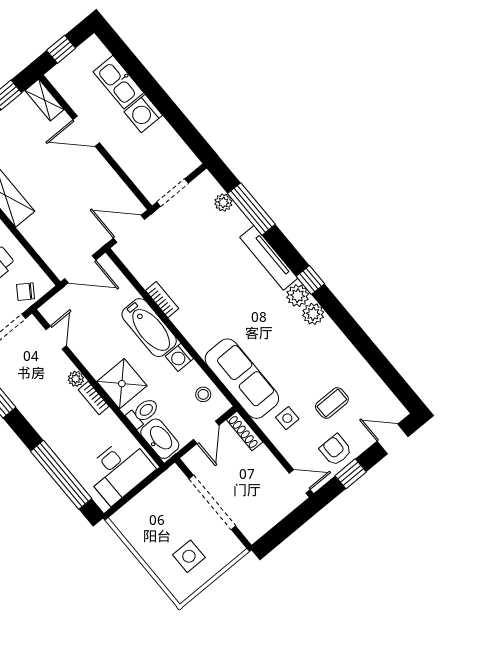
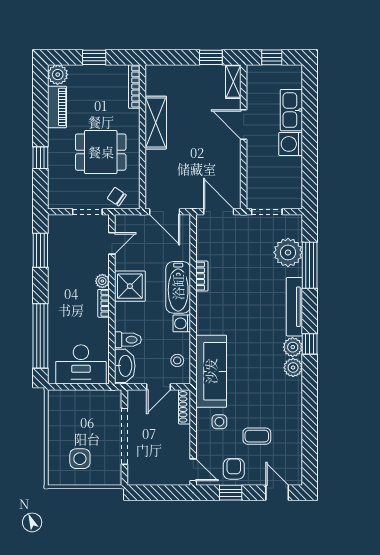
plant: (223, 202) -> (288, 252), width x1.87, depth x1.87
shower: (122, 384) -> (130, 286), moved

